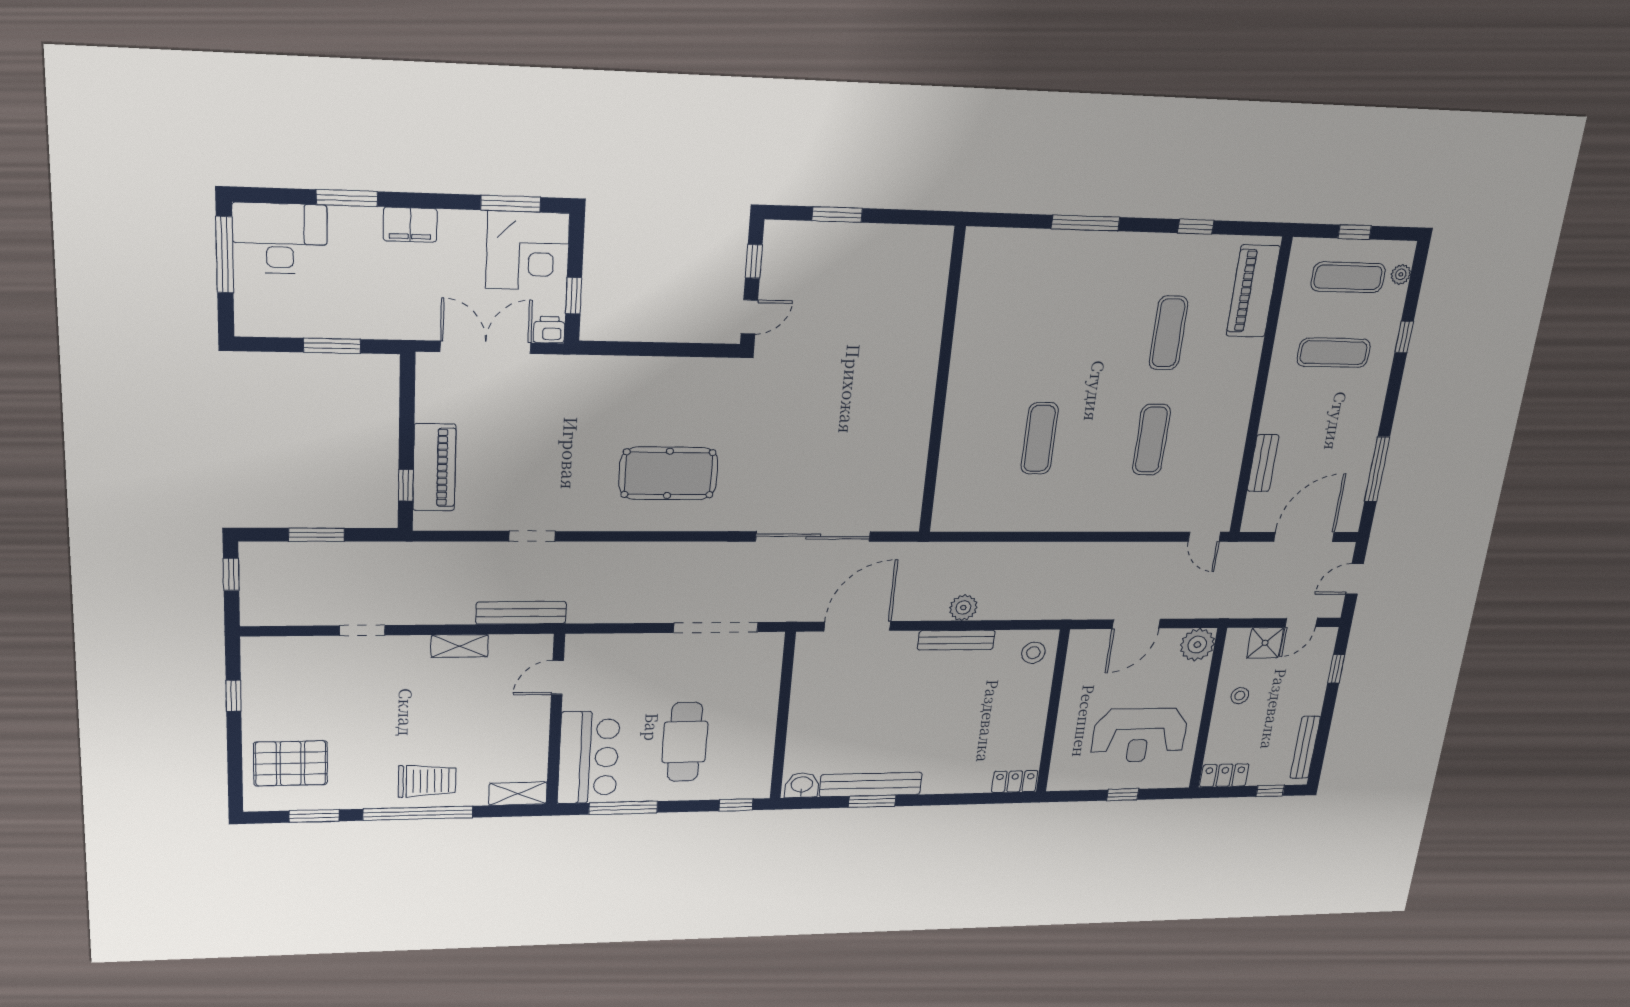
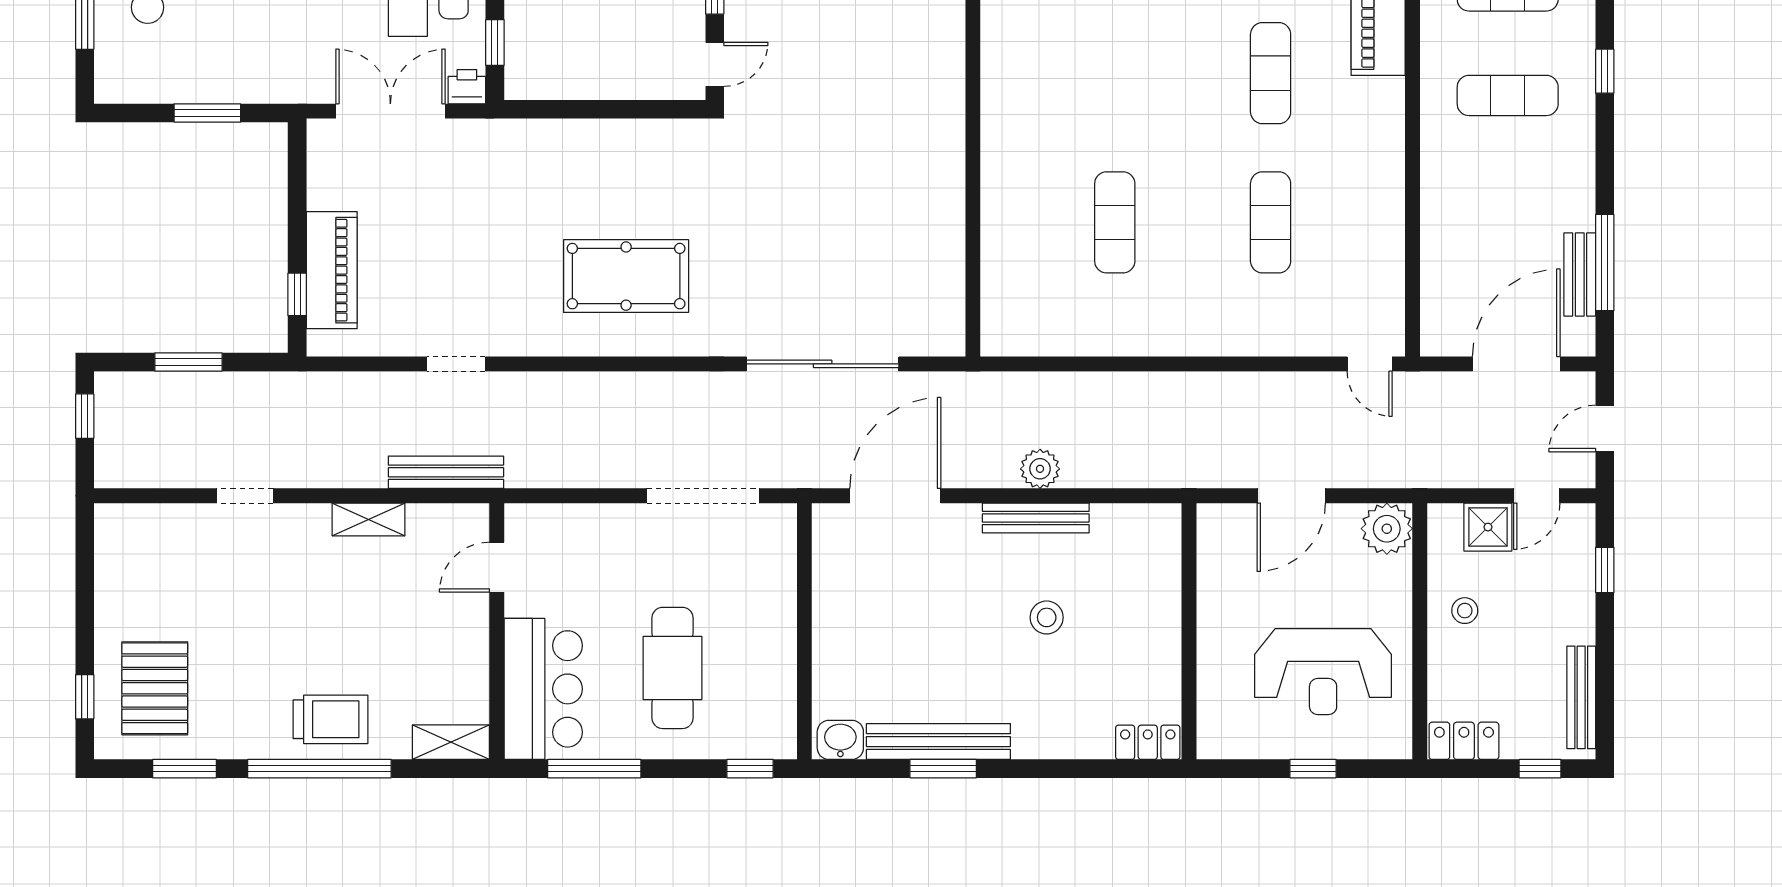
bench: (1263, 463) -> (1580, 275), moved
stool: (1033, 653) -> (1047, 617), moved
window: (234, 696) -> (85, 697), moved
pallet: (291, 763) -> (155, 688), turned 90

